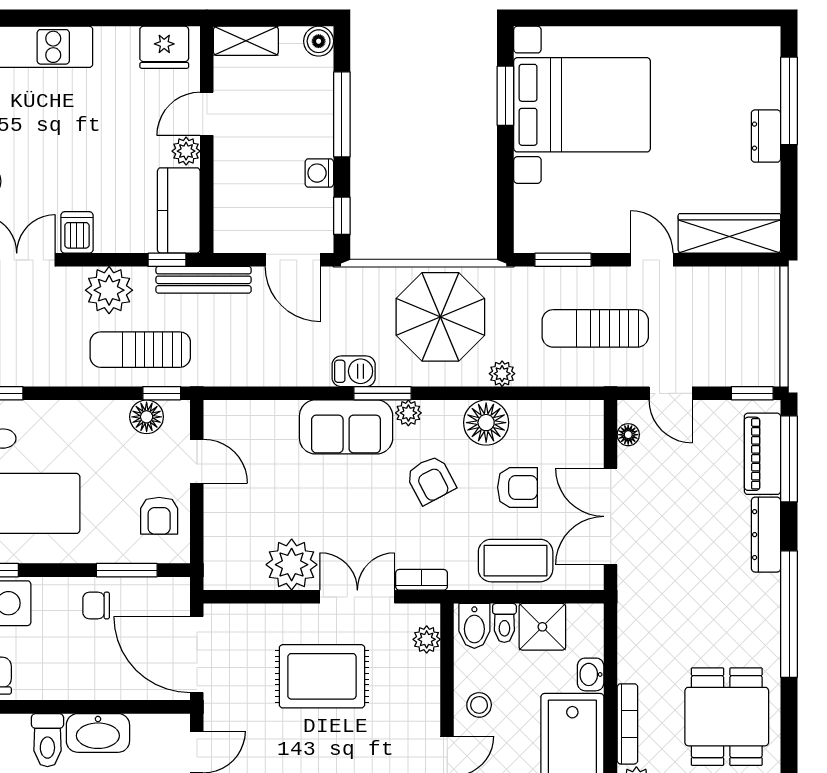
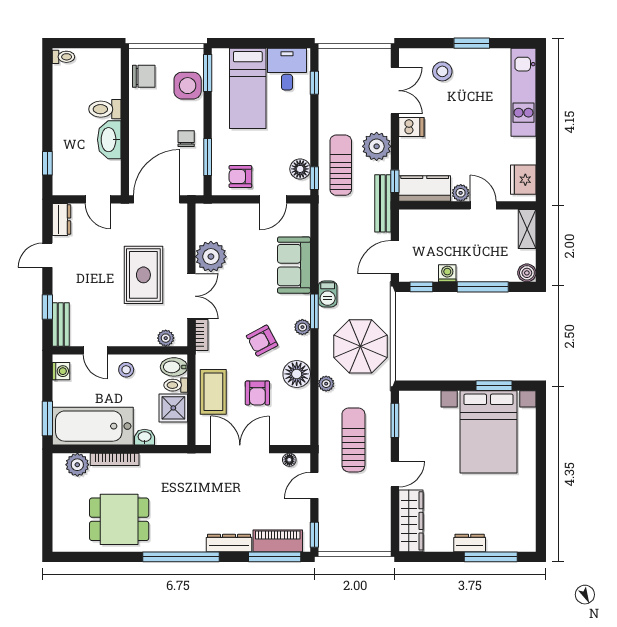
sofa: (346, 427) -> (294, 265), moved

